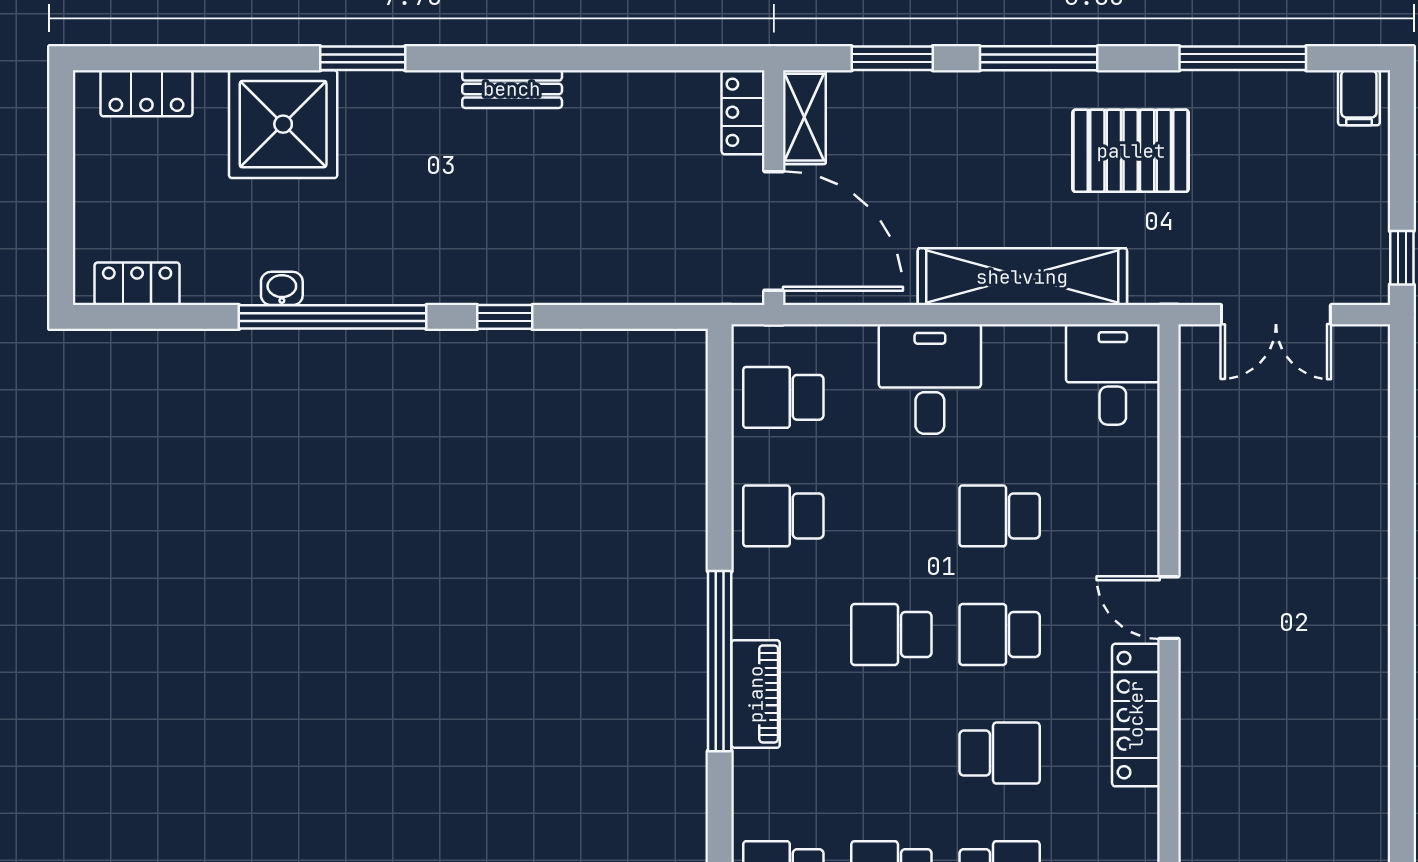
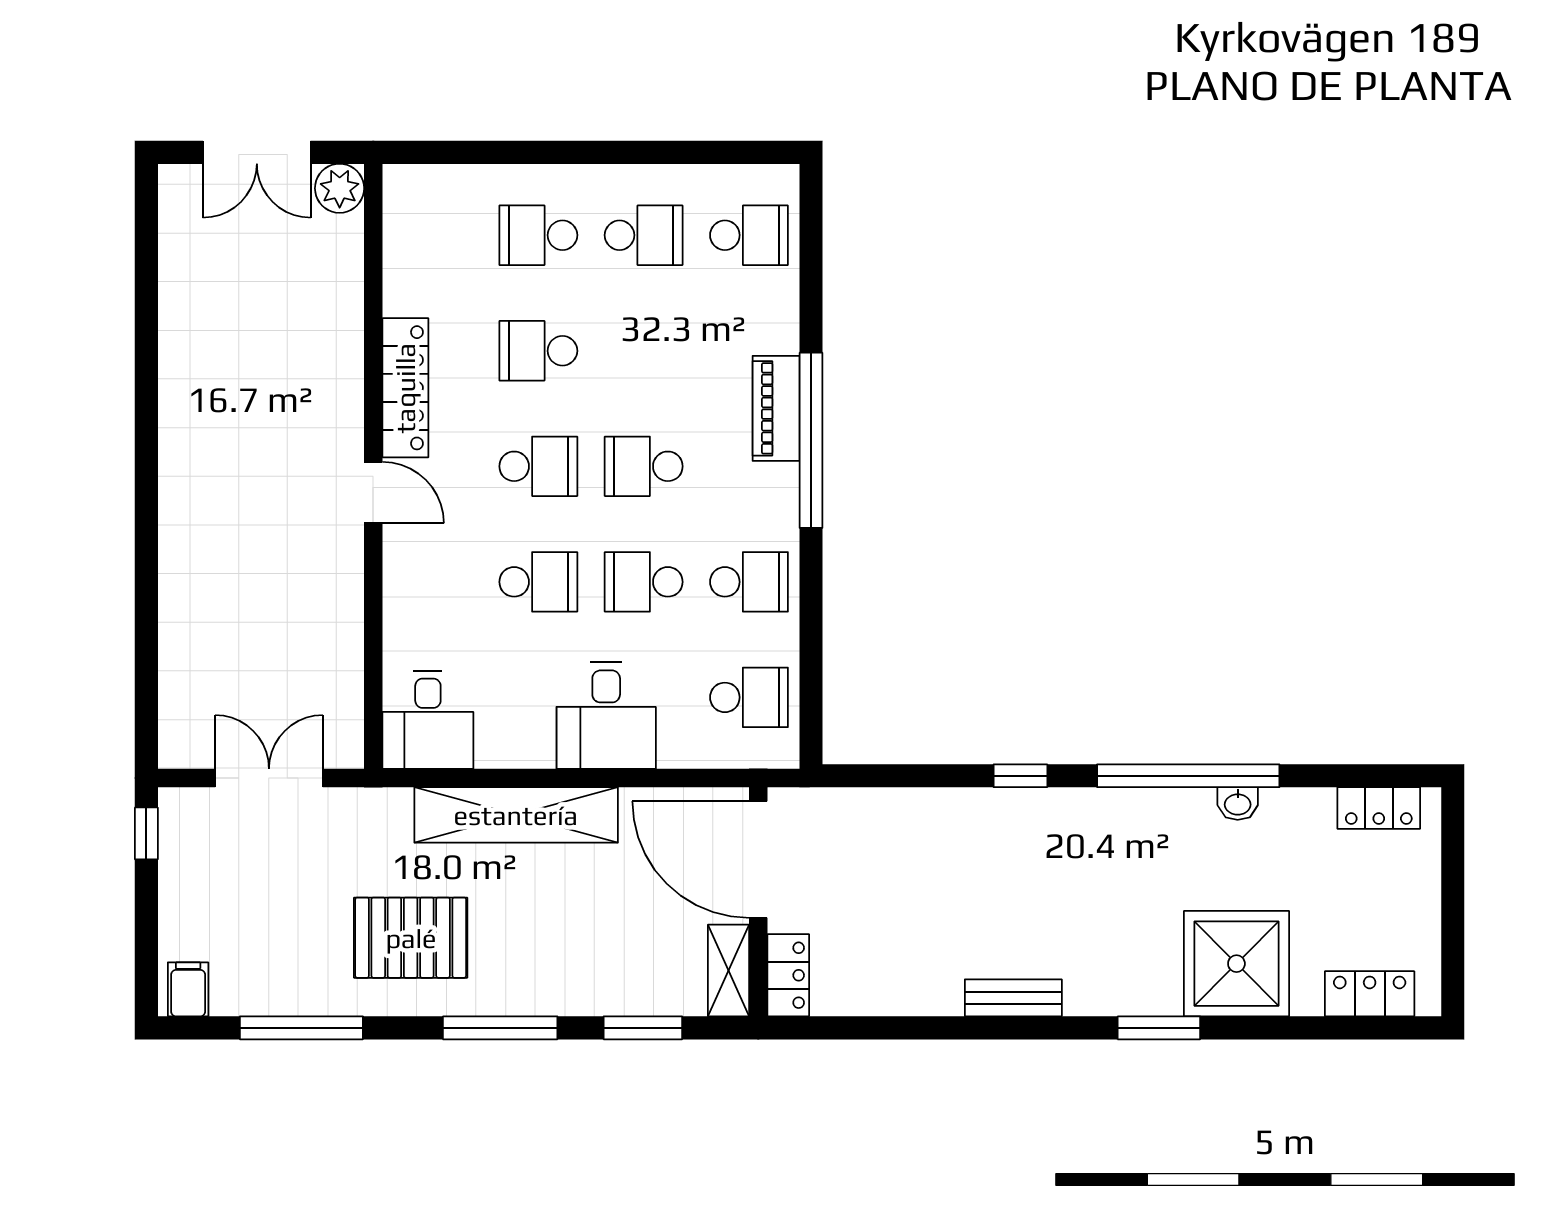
school desk: (891, 516) -> (644, 582), added
school desk: (891, 634) -> (644, 466), turned 180

